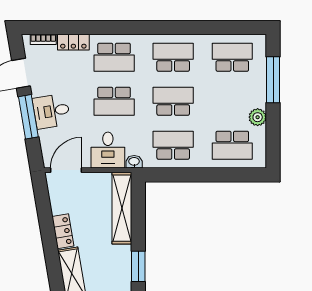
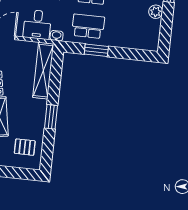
school desk: (232, 145) -> (134, 31), removed
window: (187, 175) -> (96, 50), added

